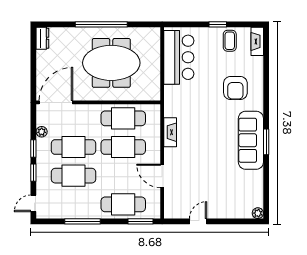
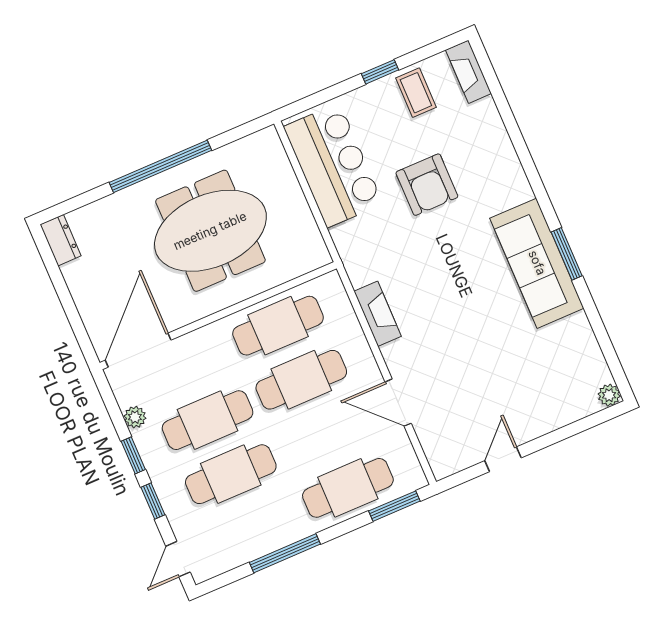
armchair: (235, 88) -> (427, 185), moved

